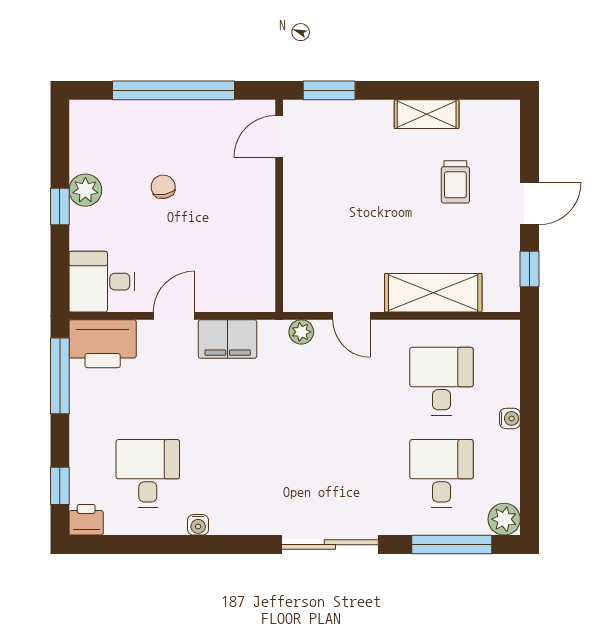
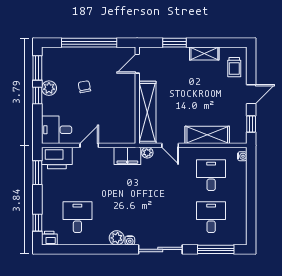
window: (329, 90) -> (175, 43), moved
window: (60, 146) -> (37, 68), added
trolley: (455, 182) -> (234, 67), moved
shelving: (302, 244) -> (147, 112), added
filing cabinet: (228, 339) -> (127, 156), moved
window: (60, 376) -> (37, 173), width x0.69
water cooler: (510, 418) -> (242, 156), moved
plant: (504, 519) -> (117, 238), moved
water cooler: (198, 525) -> (130, 240), moved

